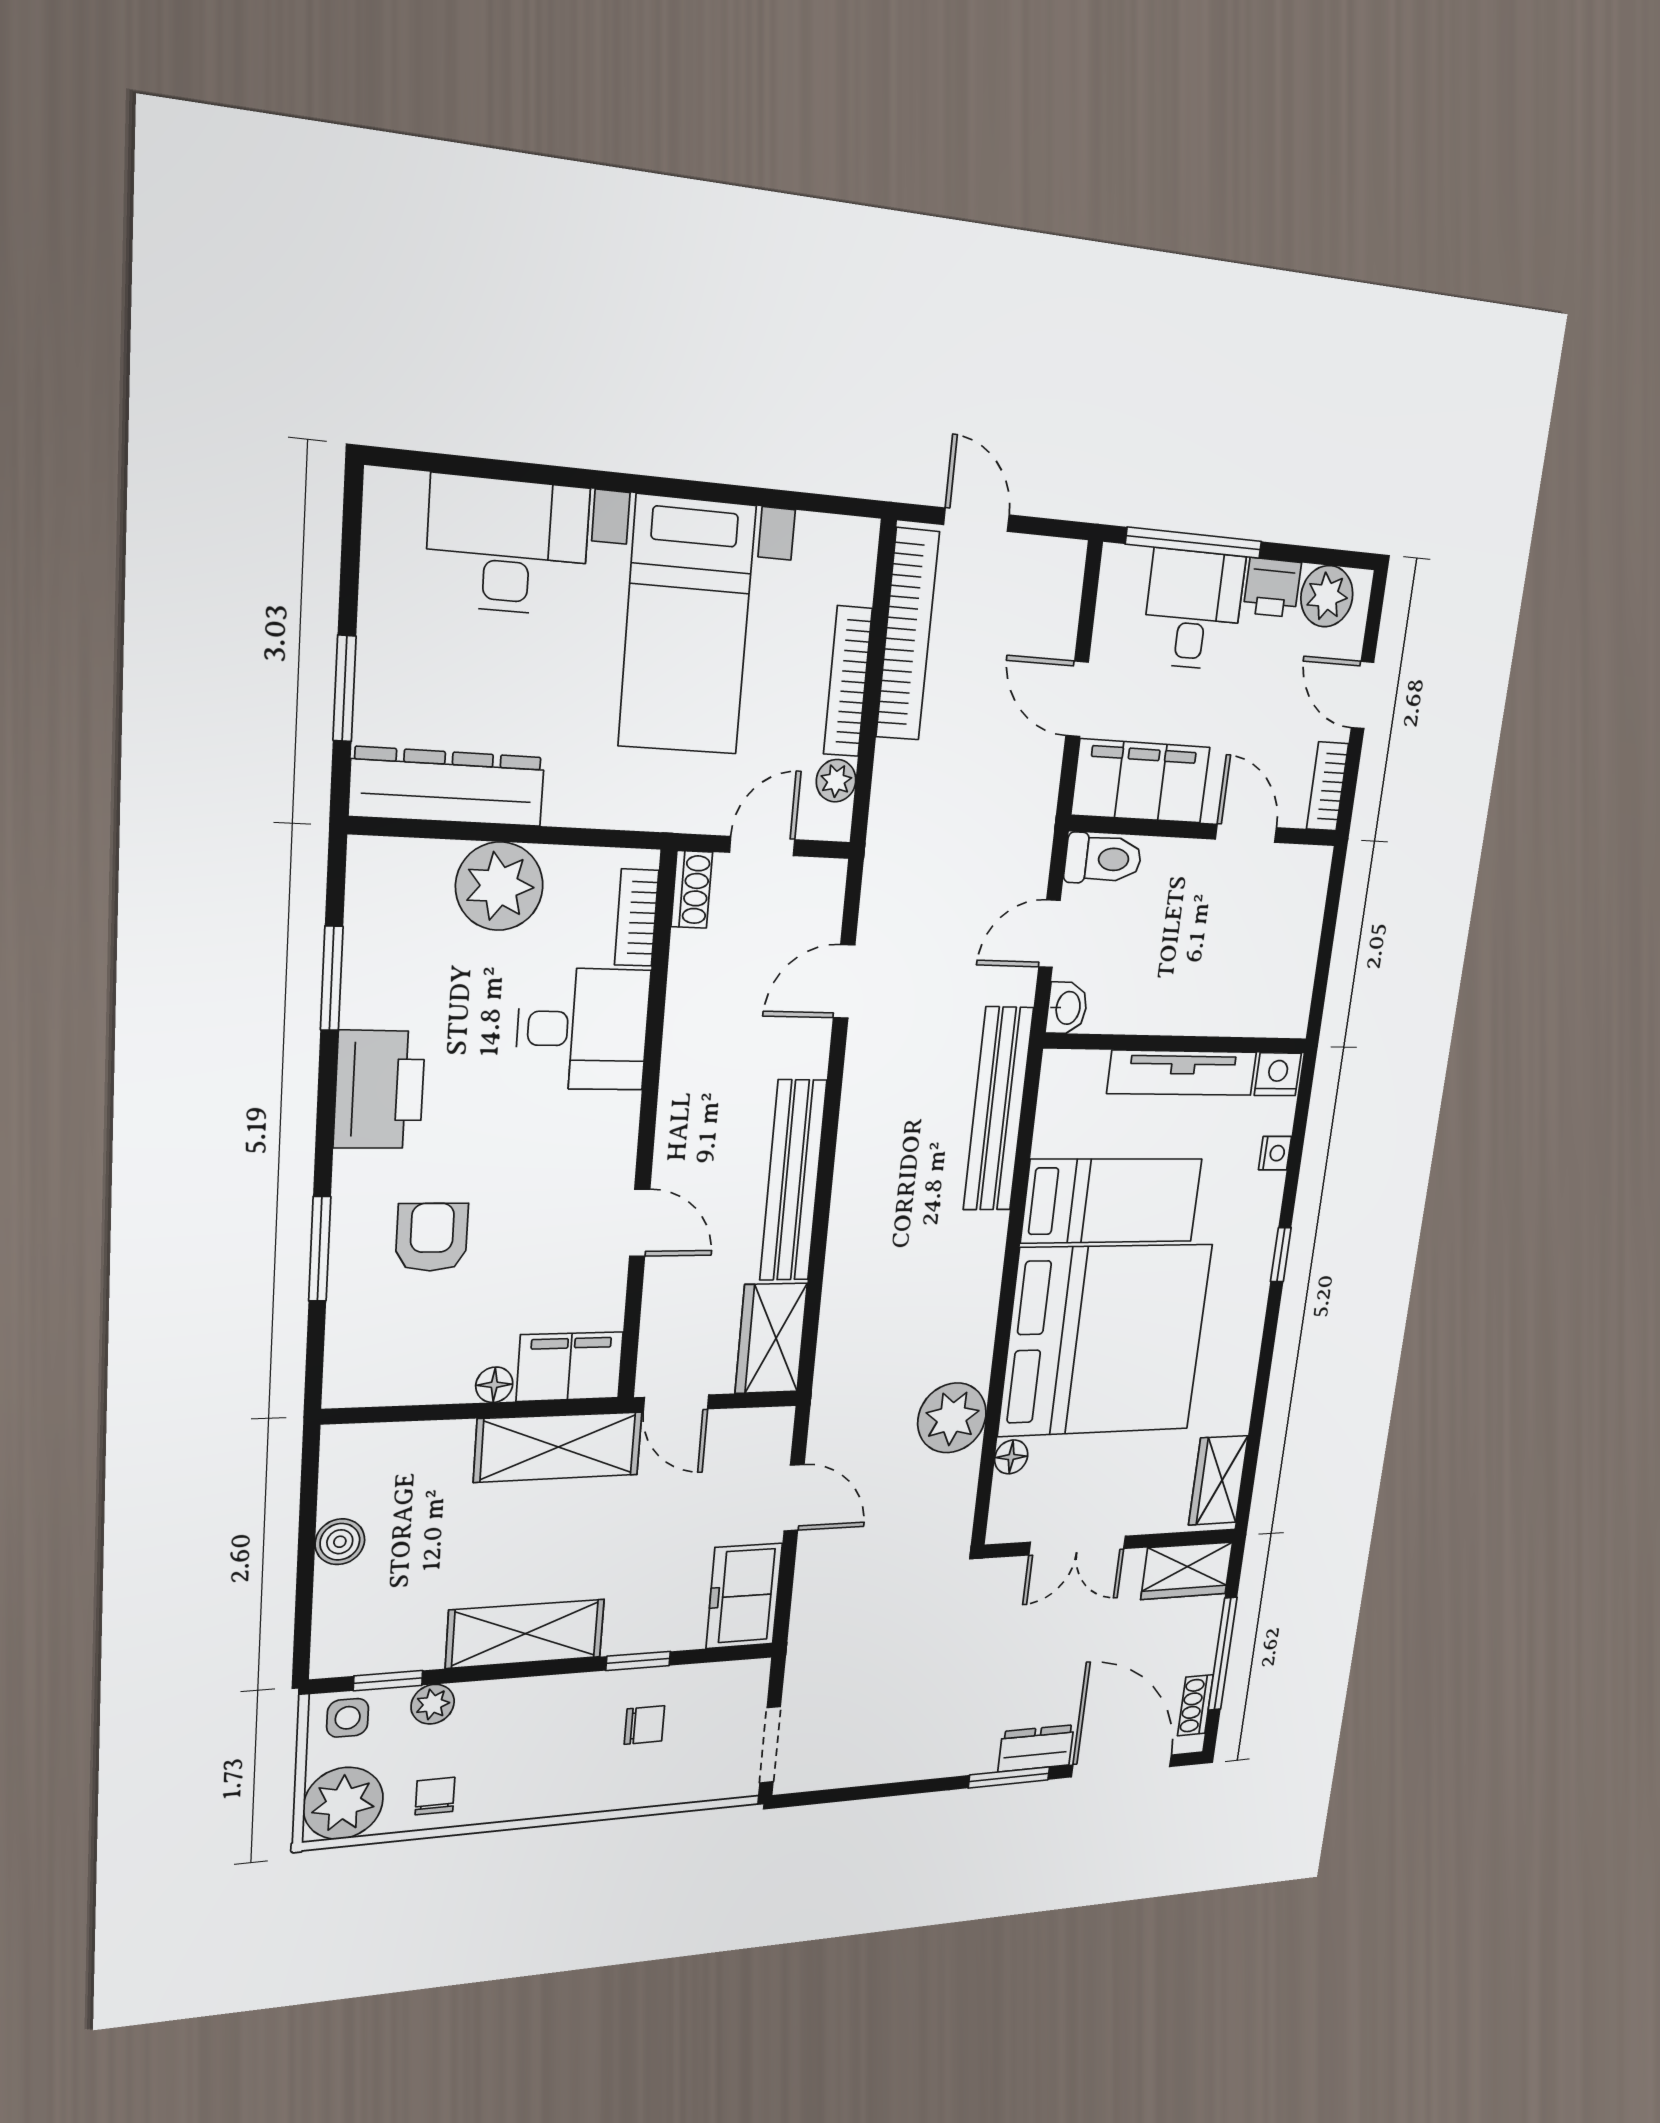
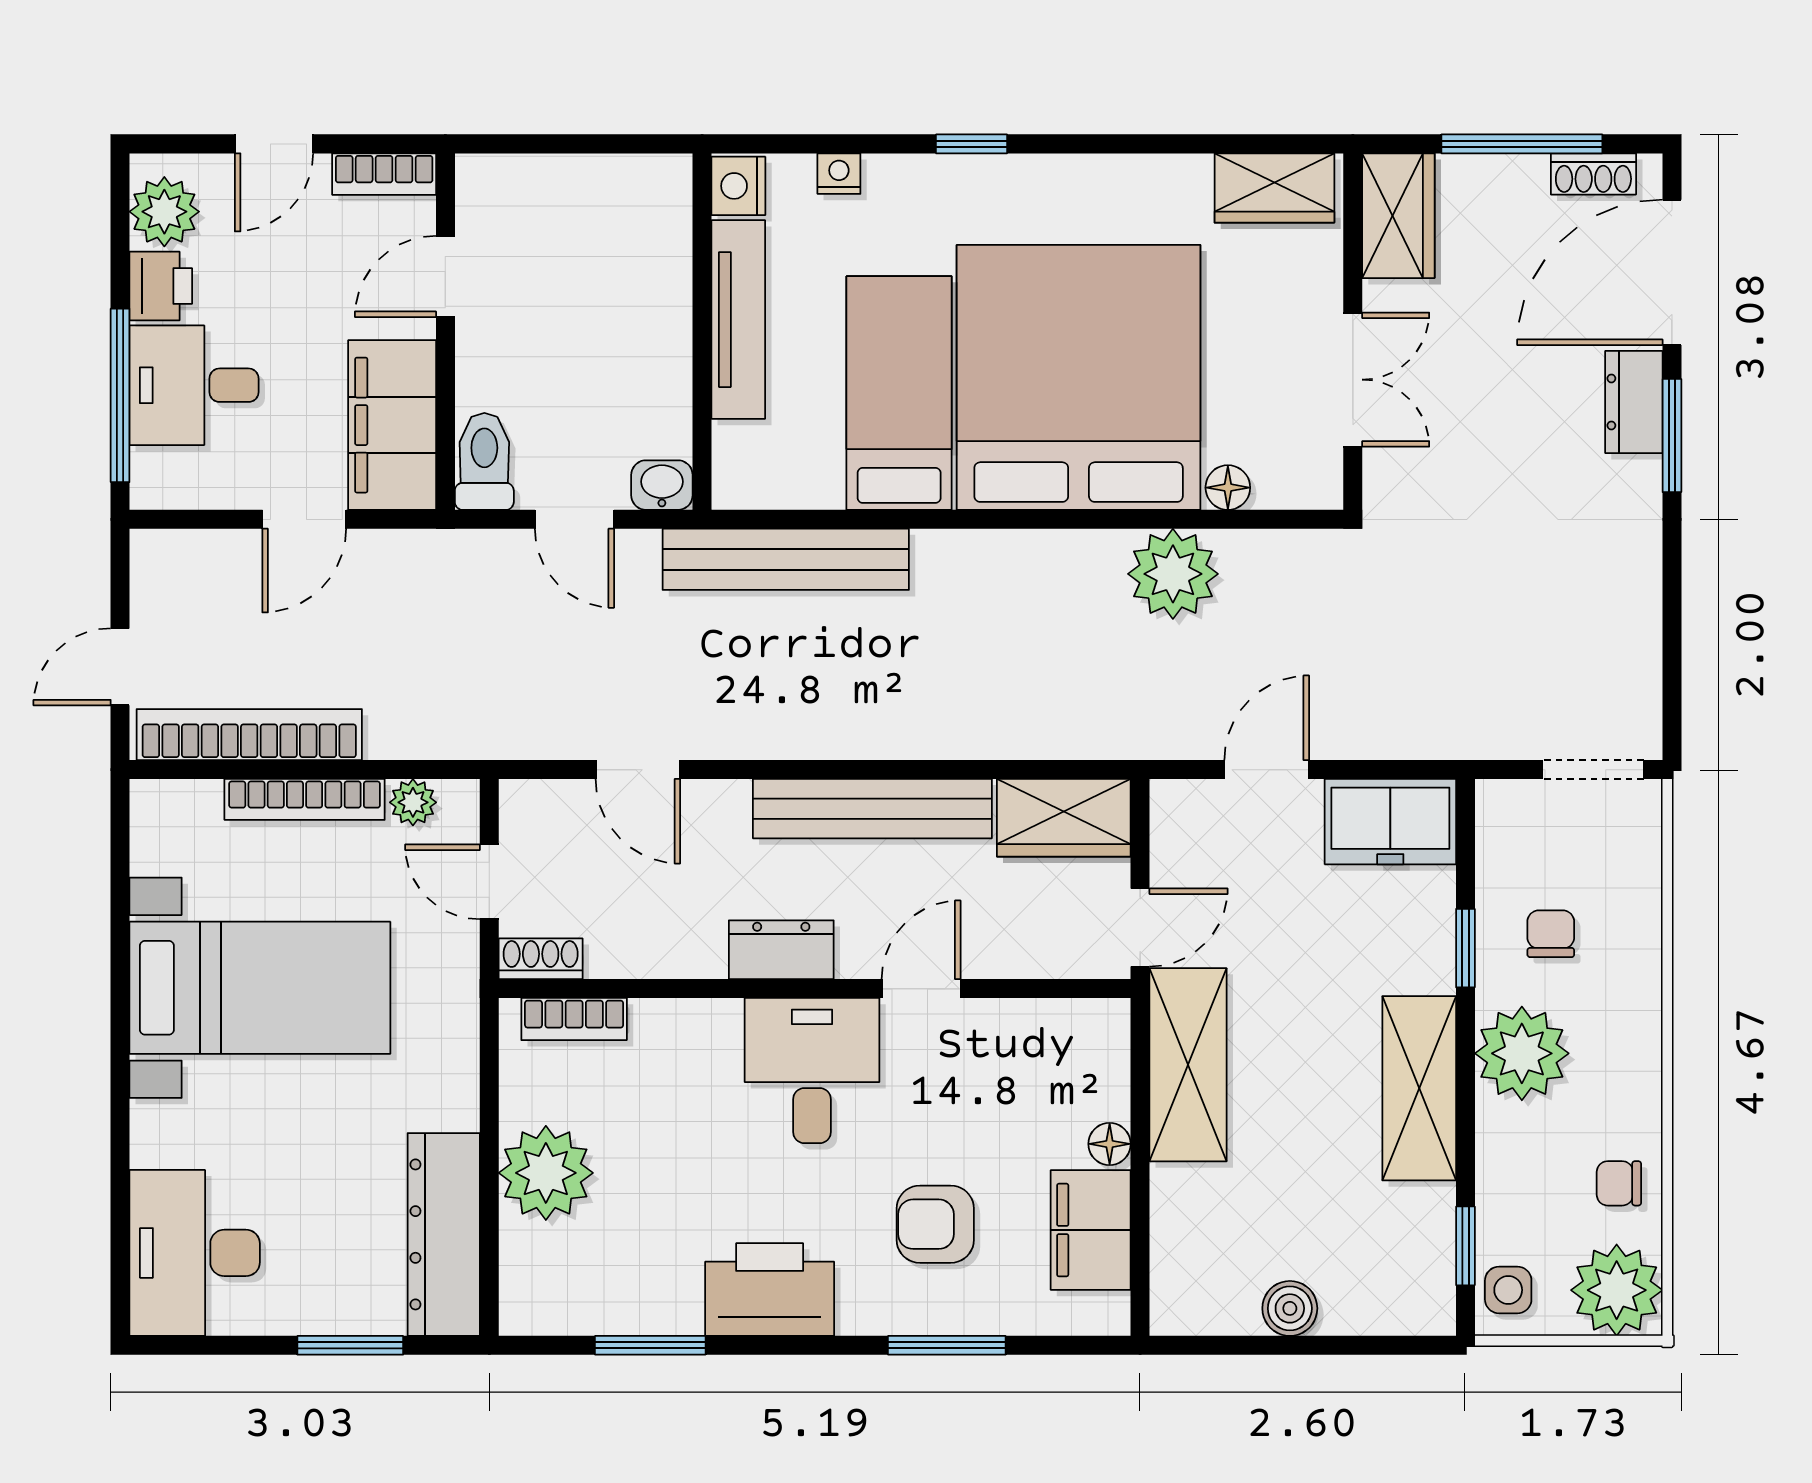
desk: (508, 546) -> (195, 1253), moved
desk: (583, 1029) -> (812, 1071), moved
dresser: (682, 1103) -> (781, 950), added
filing cabinet: (570, 1367) -> (1091, 1230), moved
plant: (433, 1704) -> (1522, 1053), moved, width x1.87, depth x1.87

